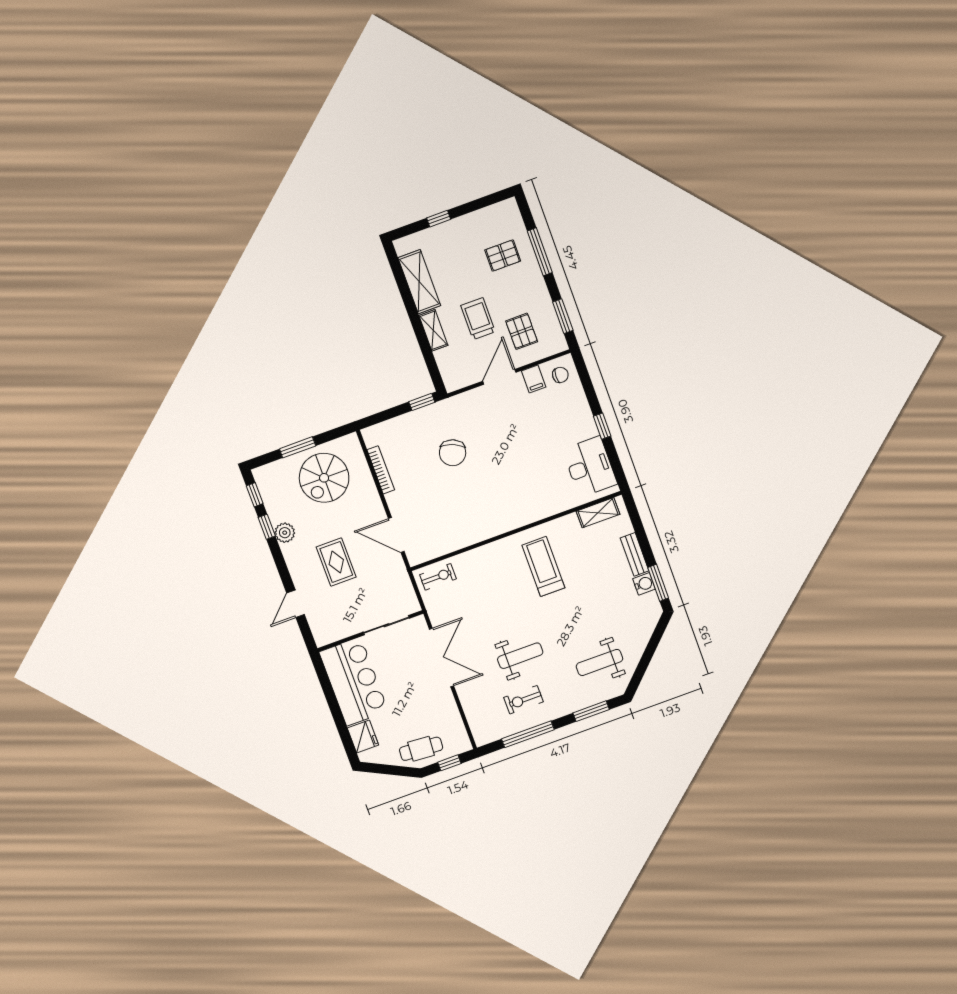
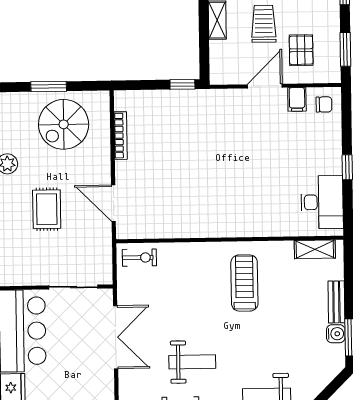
chair: (453, 453) -> (195, 143), removed

